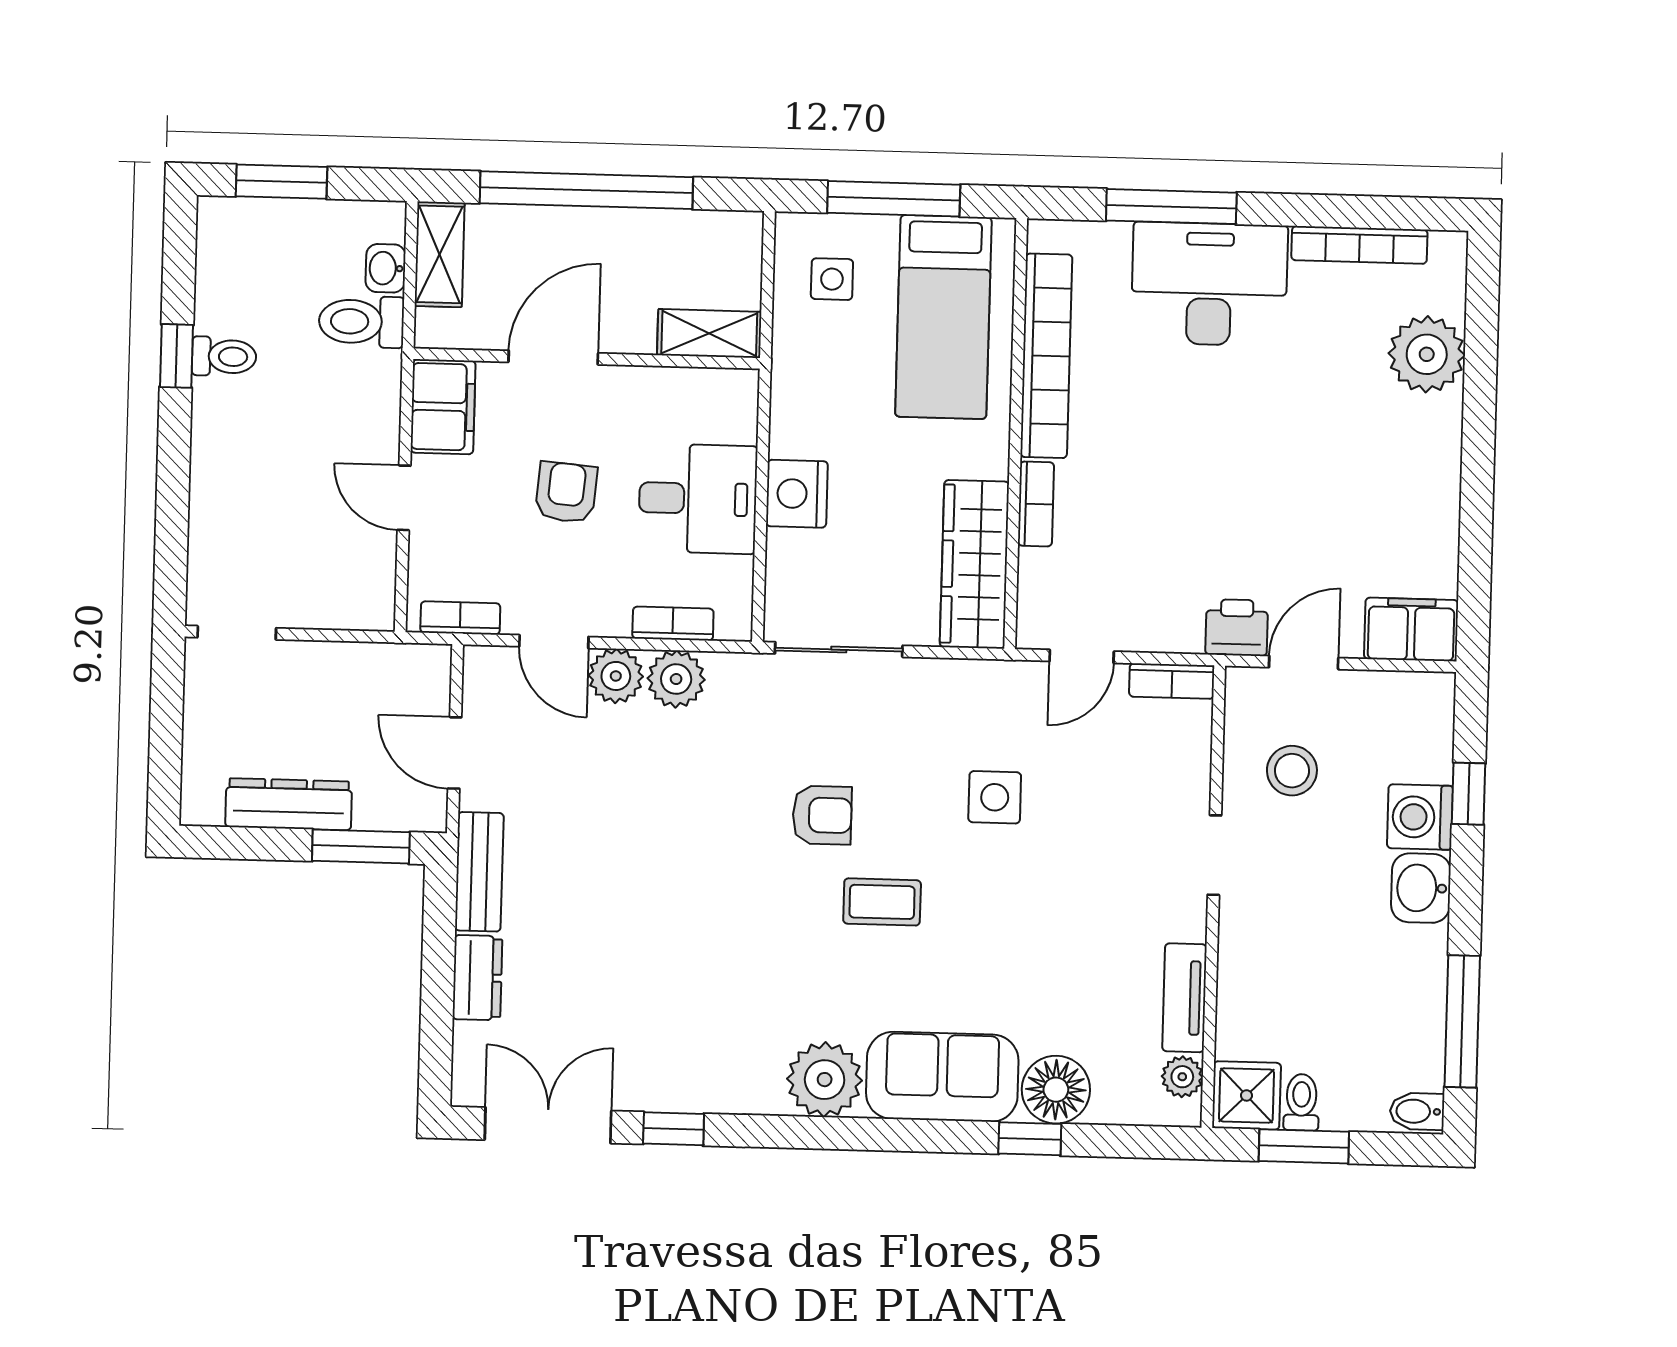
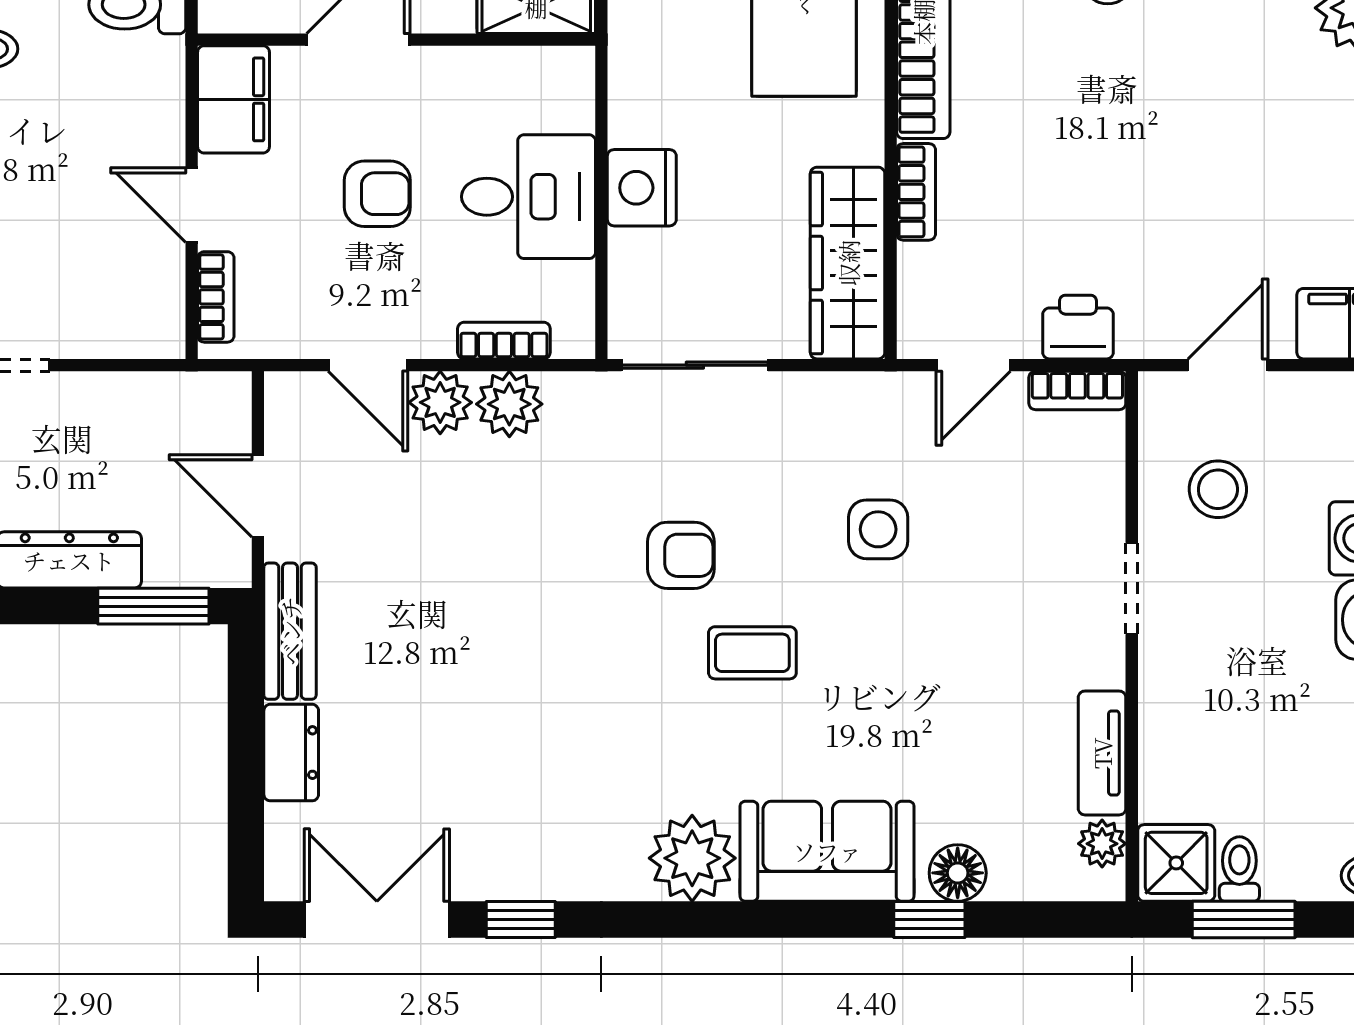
armchair: (566, 492) -> (377, 194), turned 85
bookcase: (460, 618) -> (216, 297), moved, turned 90
printer: (1237, 628) -> (1078, 327), moved
floor lamp: (1056, 1090) -> (958, 873), width x0.73, depth x0.73

